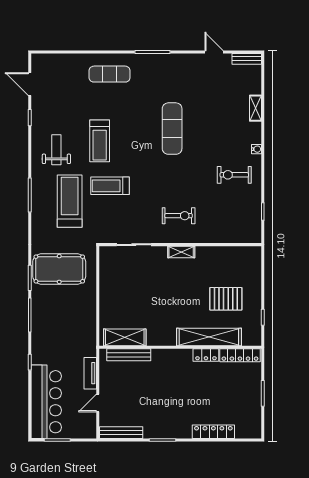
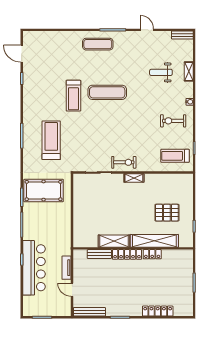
door: (214, 52) -> (147, 30), moved
exercise mat: (110, 74) -> (98, 44), moved
exercise mat: (172, 129) -> (107, 92), moved, turned 90
weight bench: (56, 150) -> (161, 72), moved, turned -90
treadmill: (110, 186) -> (175, 156), moved
exercise bike: (179, 216) -> (124, 162), moved
shelving: (125, 337) -> (114, 241), moved
bench: (129, 355) -> (99, 254), width x0.73
locker: (240, 355) -> (127, 254), moved
bar counter: (46, 402) -> (34, 268), moved
door: (98, 403) -> (72, 290), hinge flipped

